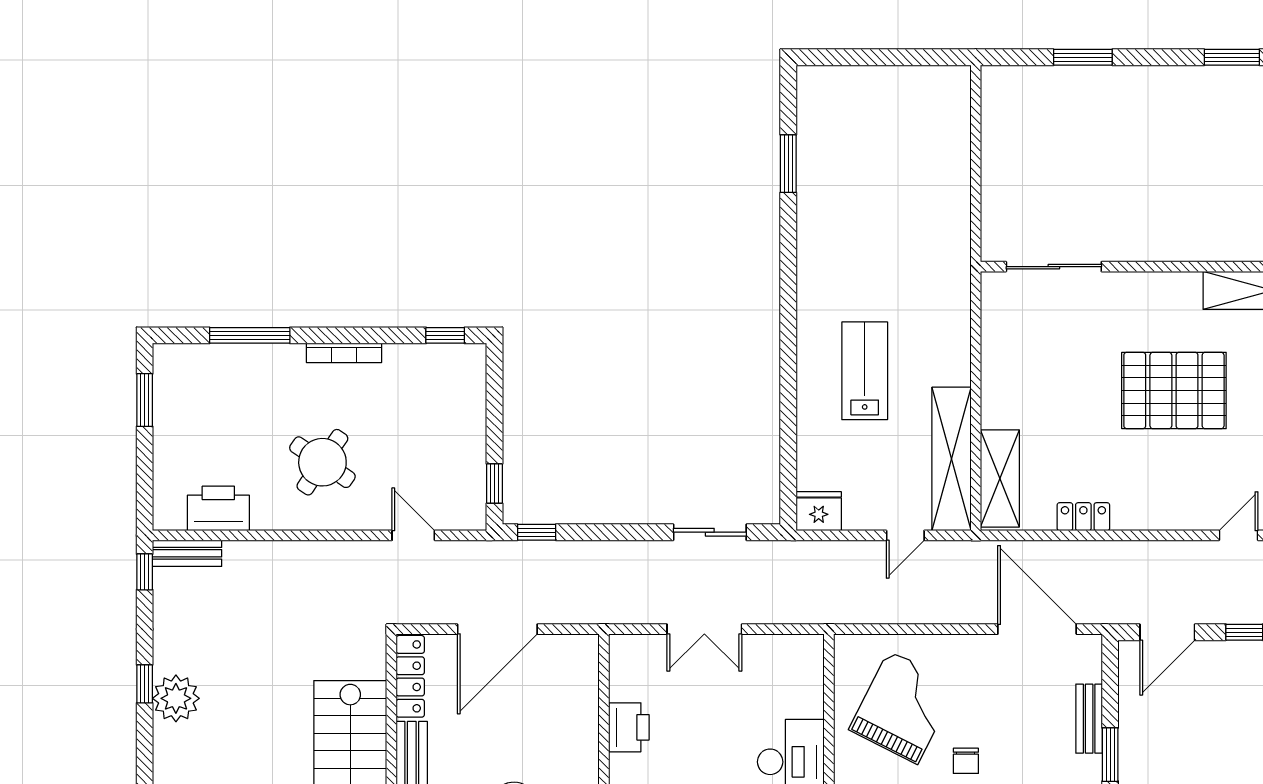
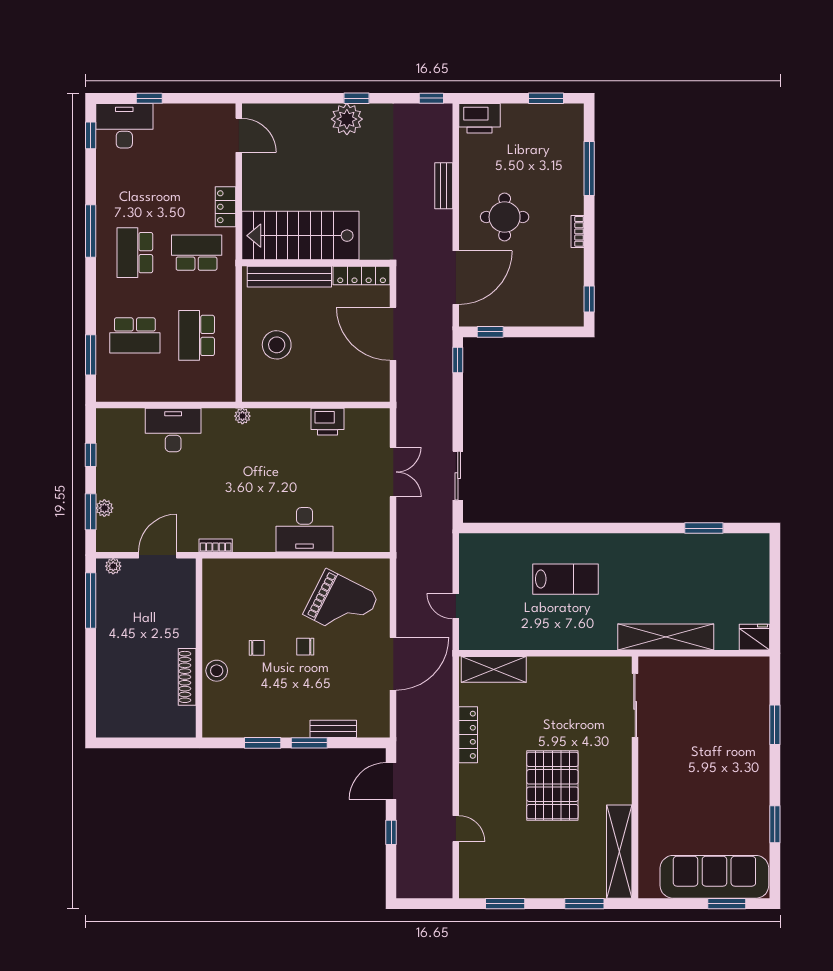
bookcase: (344, 353) -> (578, 231), width x0.64
shelving: (951, 459) -> (666, 637), moved
round table: (322, 462) -> (505, 217), turned -34
printer: (218, 508) -> (479, 118), moved, turned 90
fridge: (819, 511) -> (755, 637), moved, turned -90
locker: (1083, 517) -> (468, 735), width x1.53
door: (413, 535) -> (456, 278), width x1.87
bench: (187, 553) -> (444, 186), moved
double door: (704, 629) -> (393, 472), swing flipped
door: (1037, 629) -> (393, 664), moved
door: (1167, 632) -> (391, 781), hinge flipped

